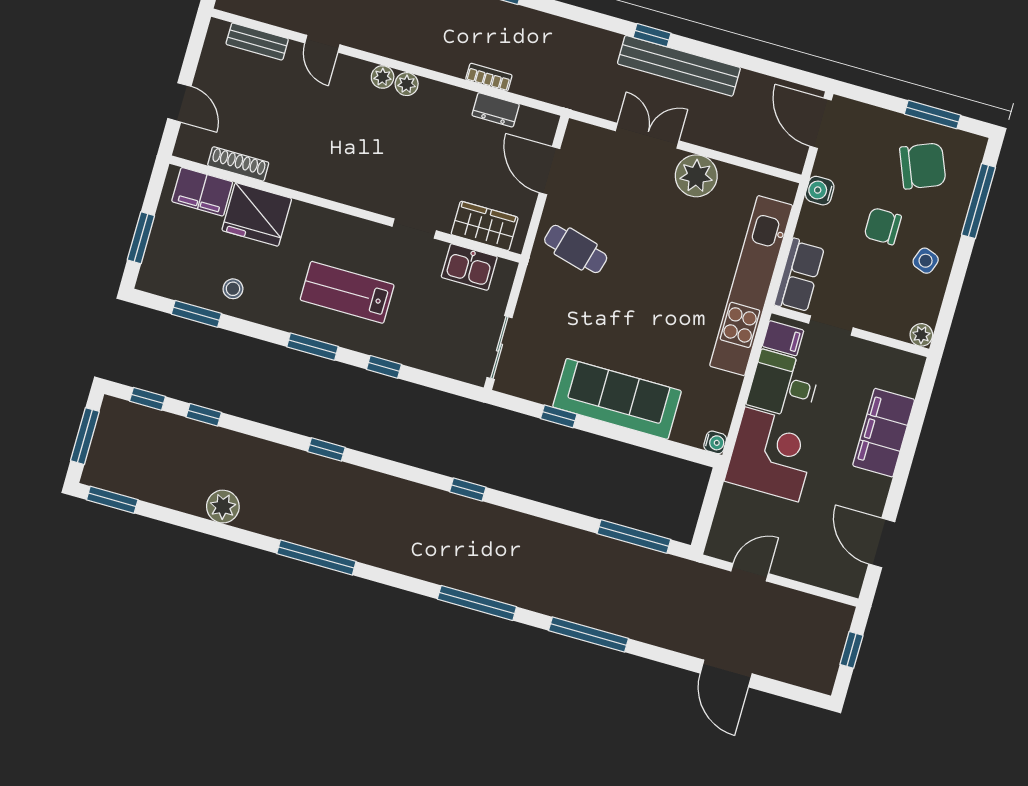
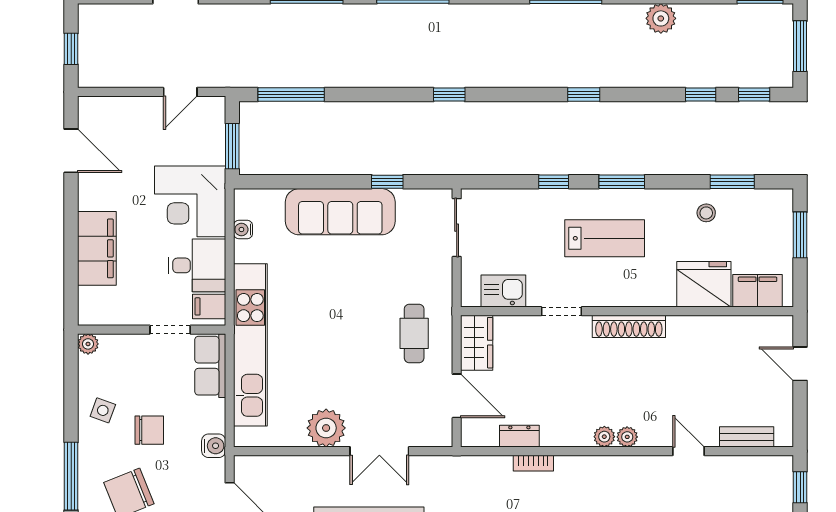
shoe rack: (238, 164) -> (629, 326), moved, width x1.36, depth x1.24
wardrobe: (485, 226) -> (477, 343), moved, turned -90
cafe table: (576, 249) -> (414, 333), turned 75
water cooler: (715, 442) -> (243, 229), moved
window: (711, 500) -> (232, 146), added

